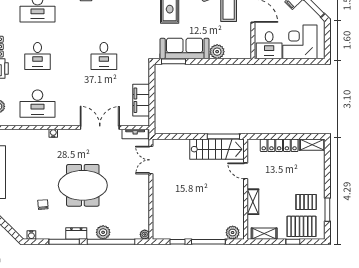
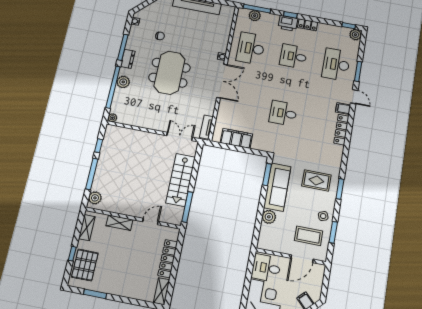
double door: (100, 128) -> (222, 81), moved
stairs: (217, 149) -> (181, 180), moved
pallet: (306, 202) -> (107, 274), removed

